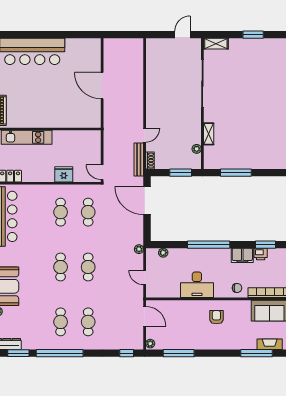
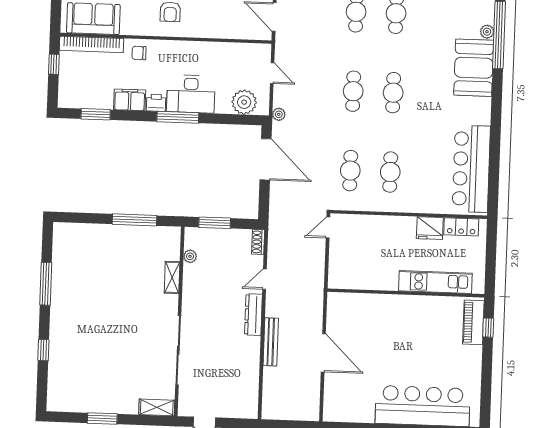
dresser: (151, 110) -> (253, 315), added
bench: (139, 159) -> (271, 342), moved
door: (102, 172) -> (328, 227), swing flipped
fridge: (64, 174) -> (430, 228), moved
door: (147, 201) -> (266, 159), moved
window: (209, 245) -> (178, 117), width x0.68
plant: (163, 253) -> (244, 102), width x1.87, depth x1.87
printer: (261, 254) -> (156, 103), moved
desk: (197, 285) -> (191, 94), moved, turned 180

